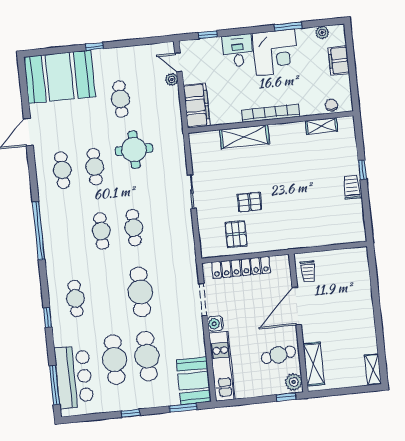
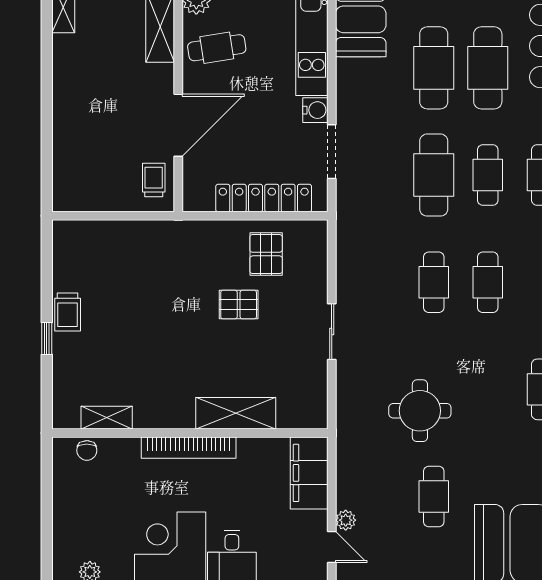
filing cabinet: (339, 61) -> (67, 523), removed
cafe table: (95, 167) -> (488, 175), moved

